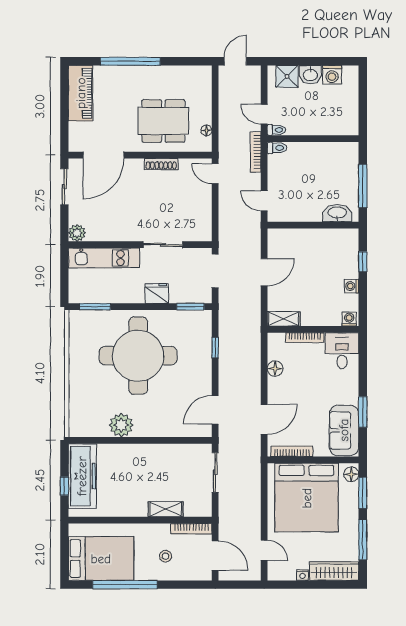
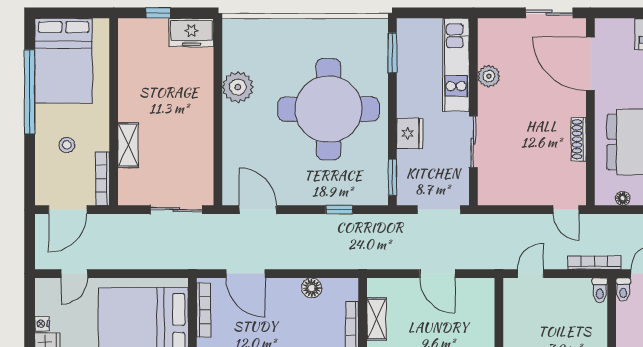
door: (215, 174) -> (566, 210), swing flipped
plant: (77, 233) -> (489, 76), moved
shelving: (284, 319) -> (377, 319), moved
freezer: (82, 476) -> (192, 33), width x0.52, depth x0.79

